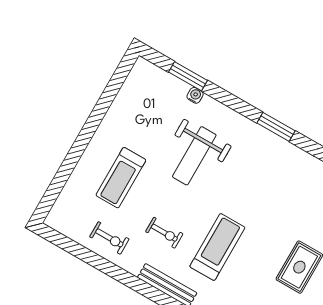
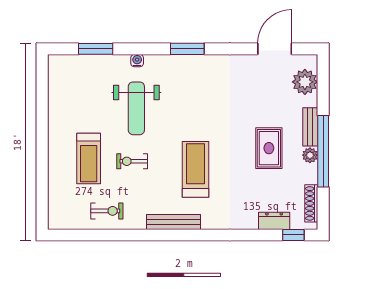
water cooler: (195, 95) -> (137, 61), moved
exercise bike: (164, 233) -> (132, 161), moved, turned 180

